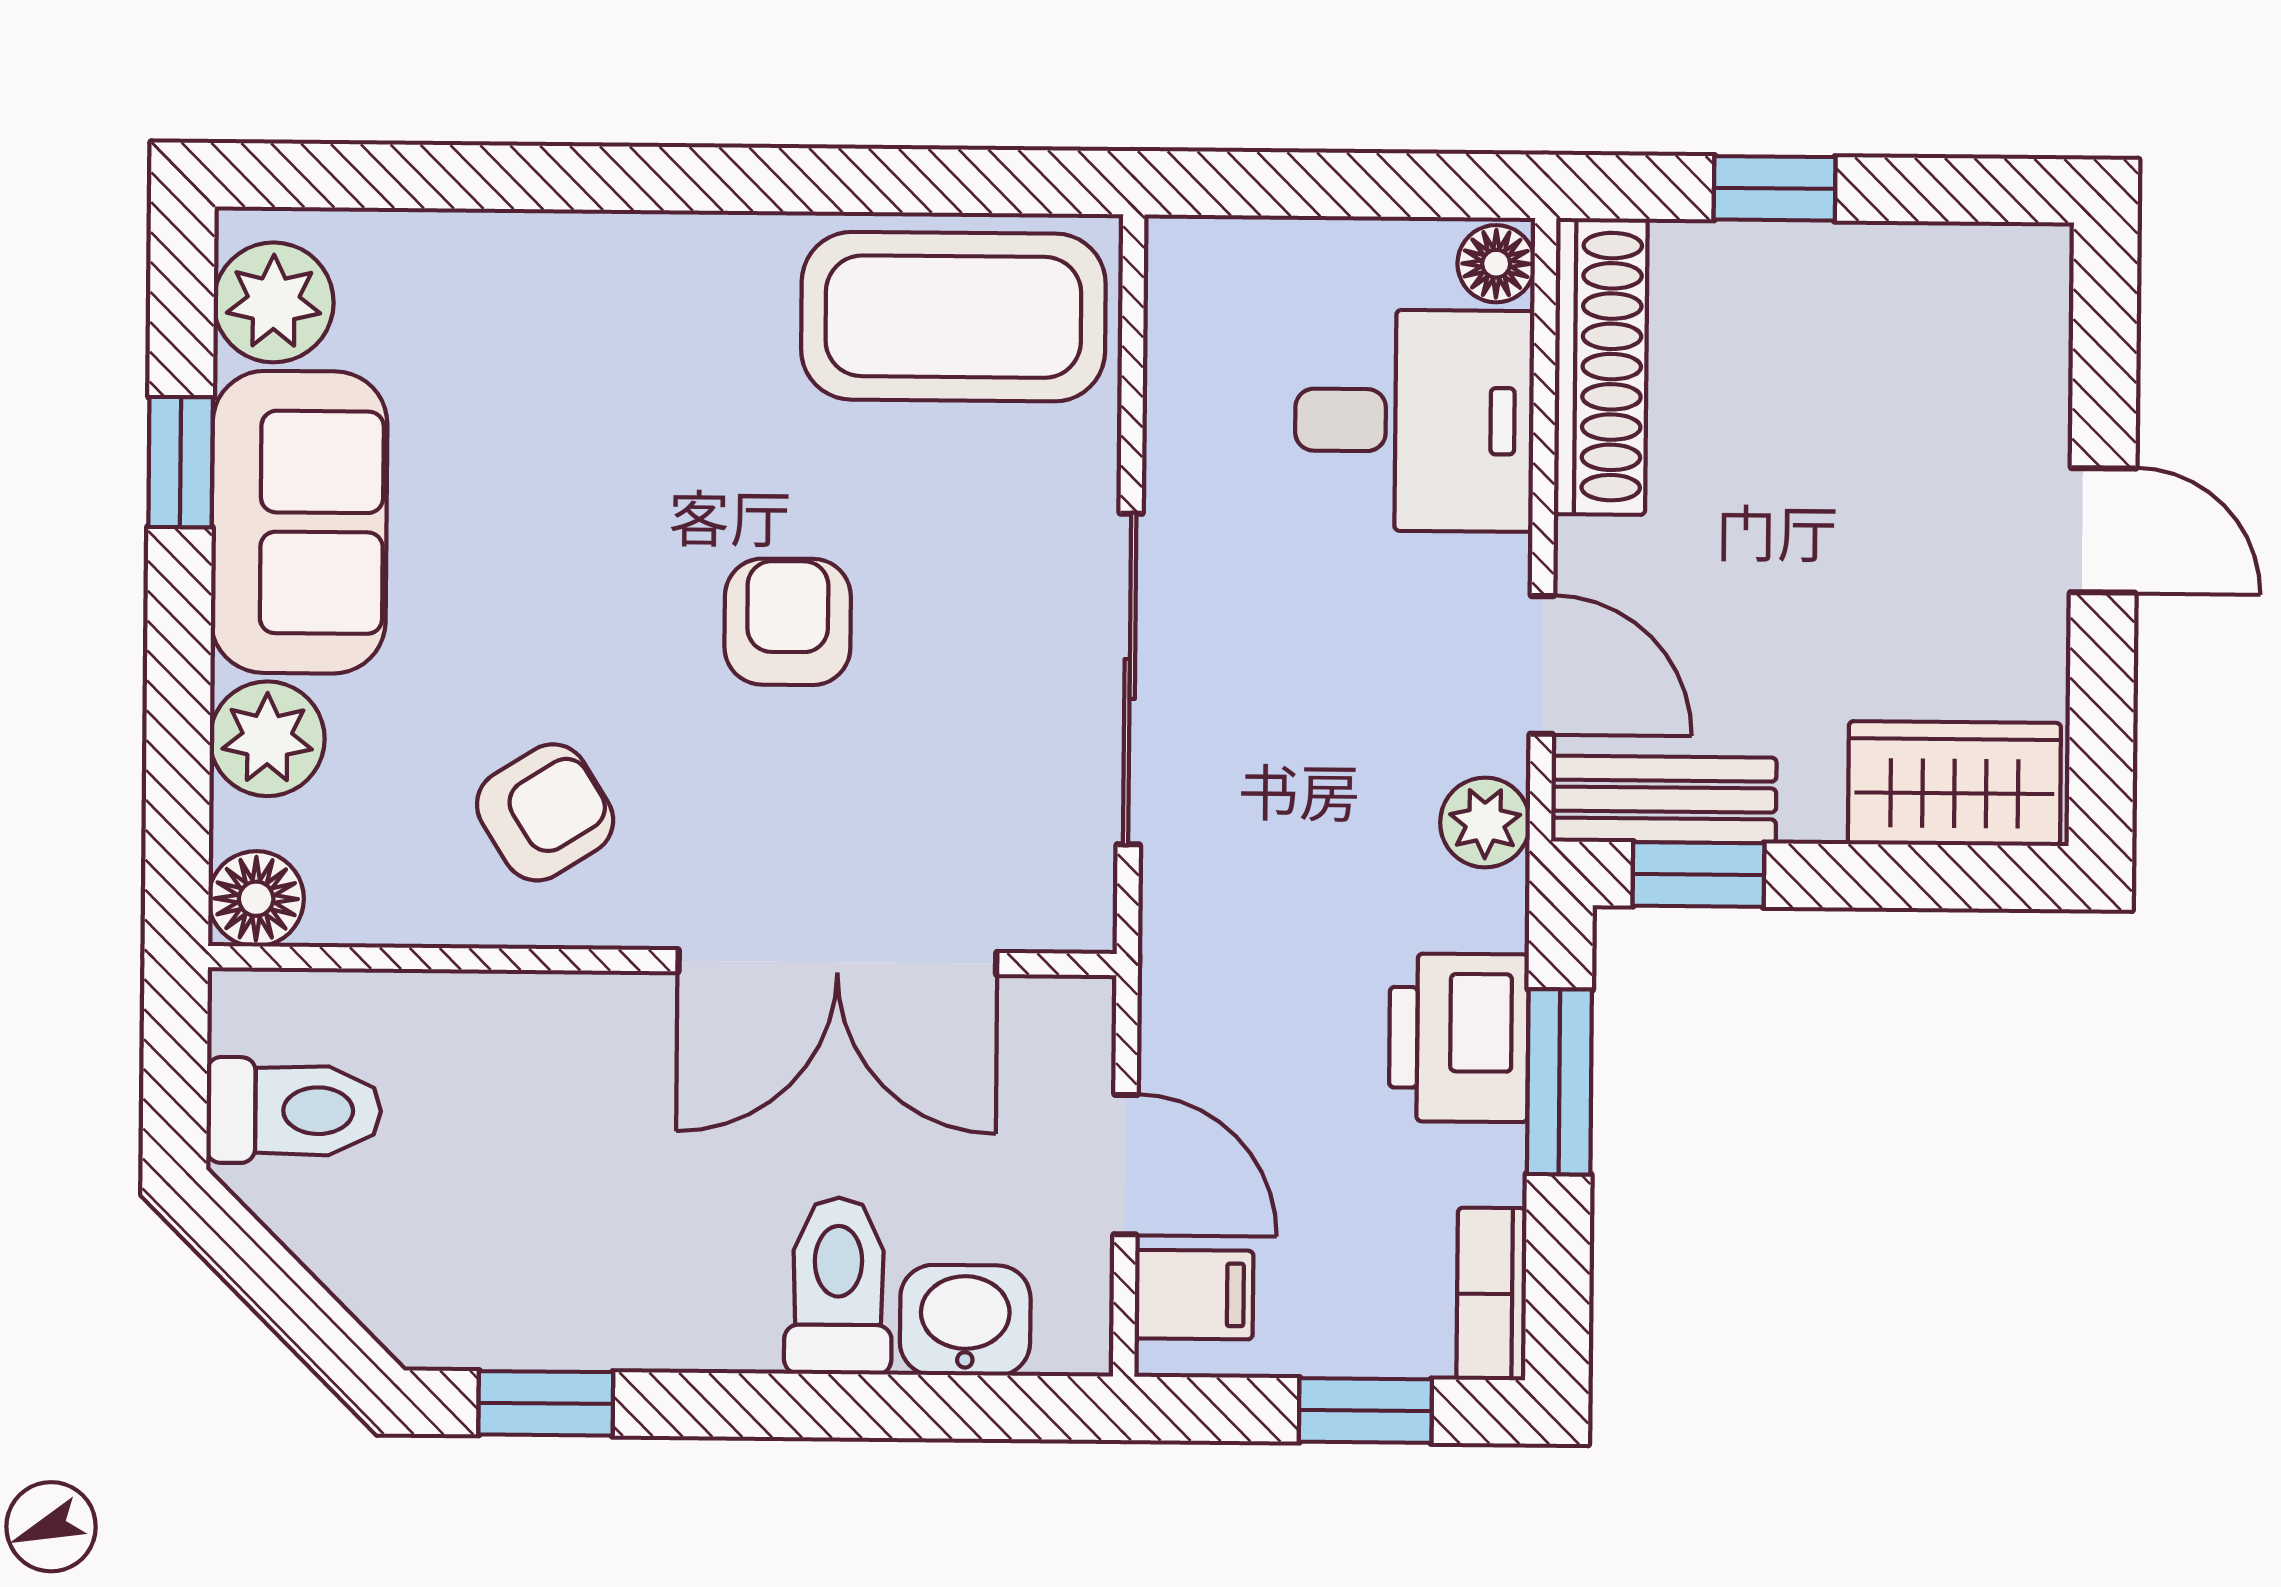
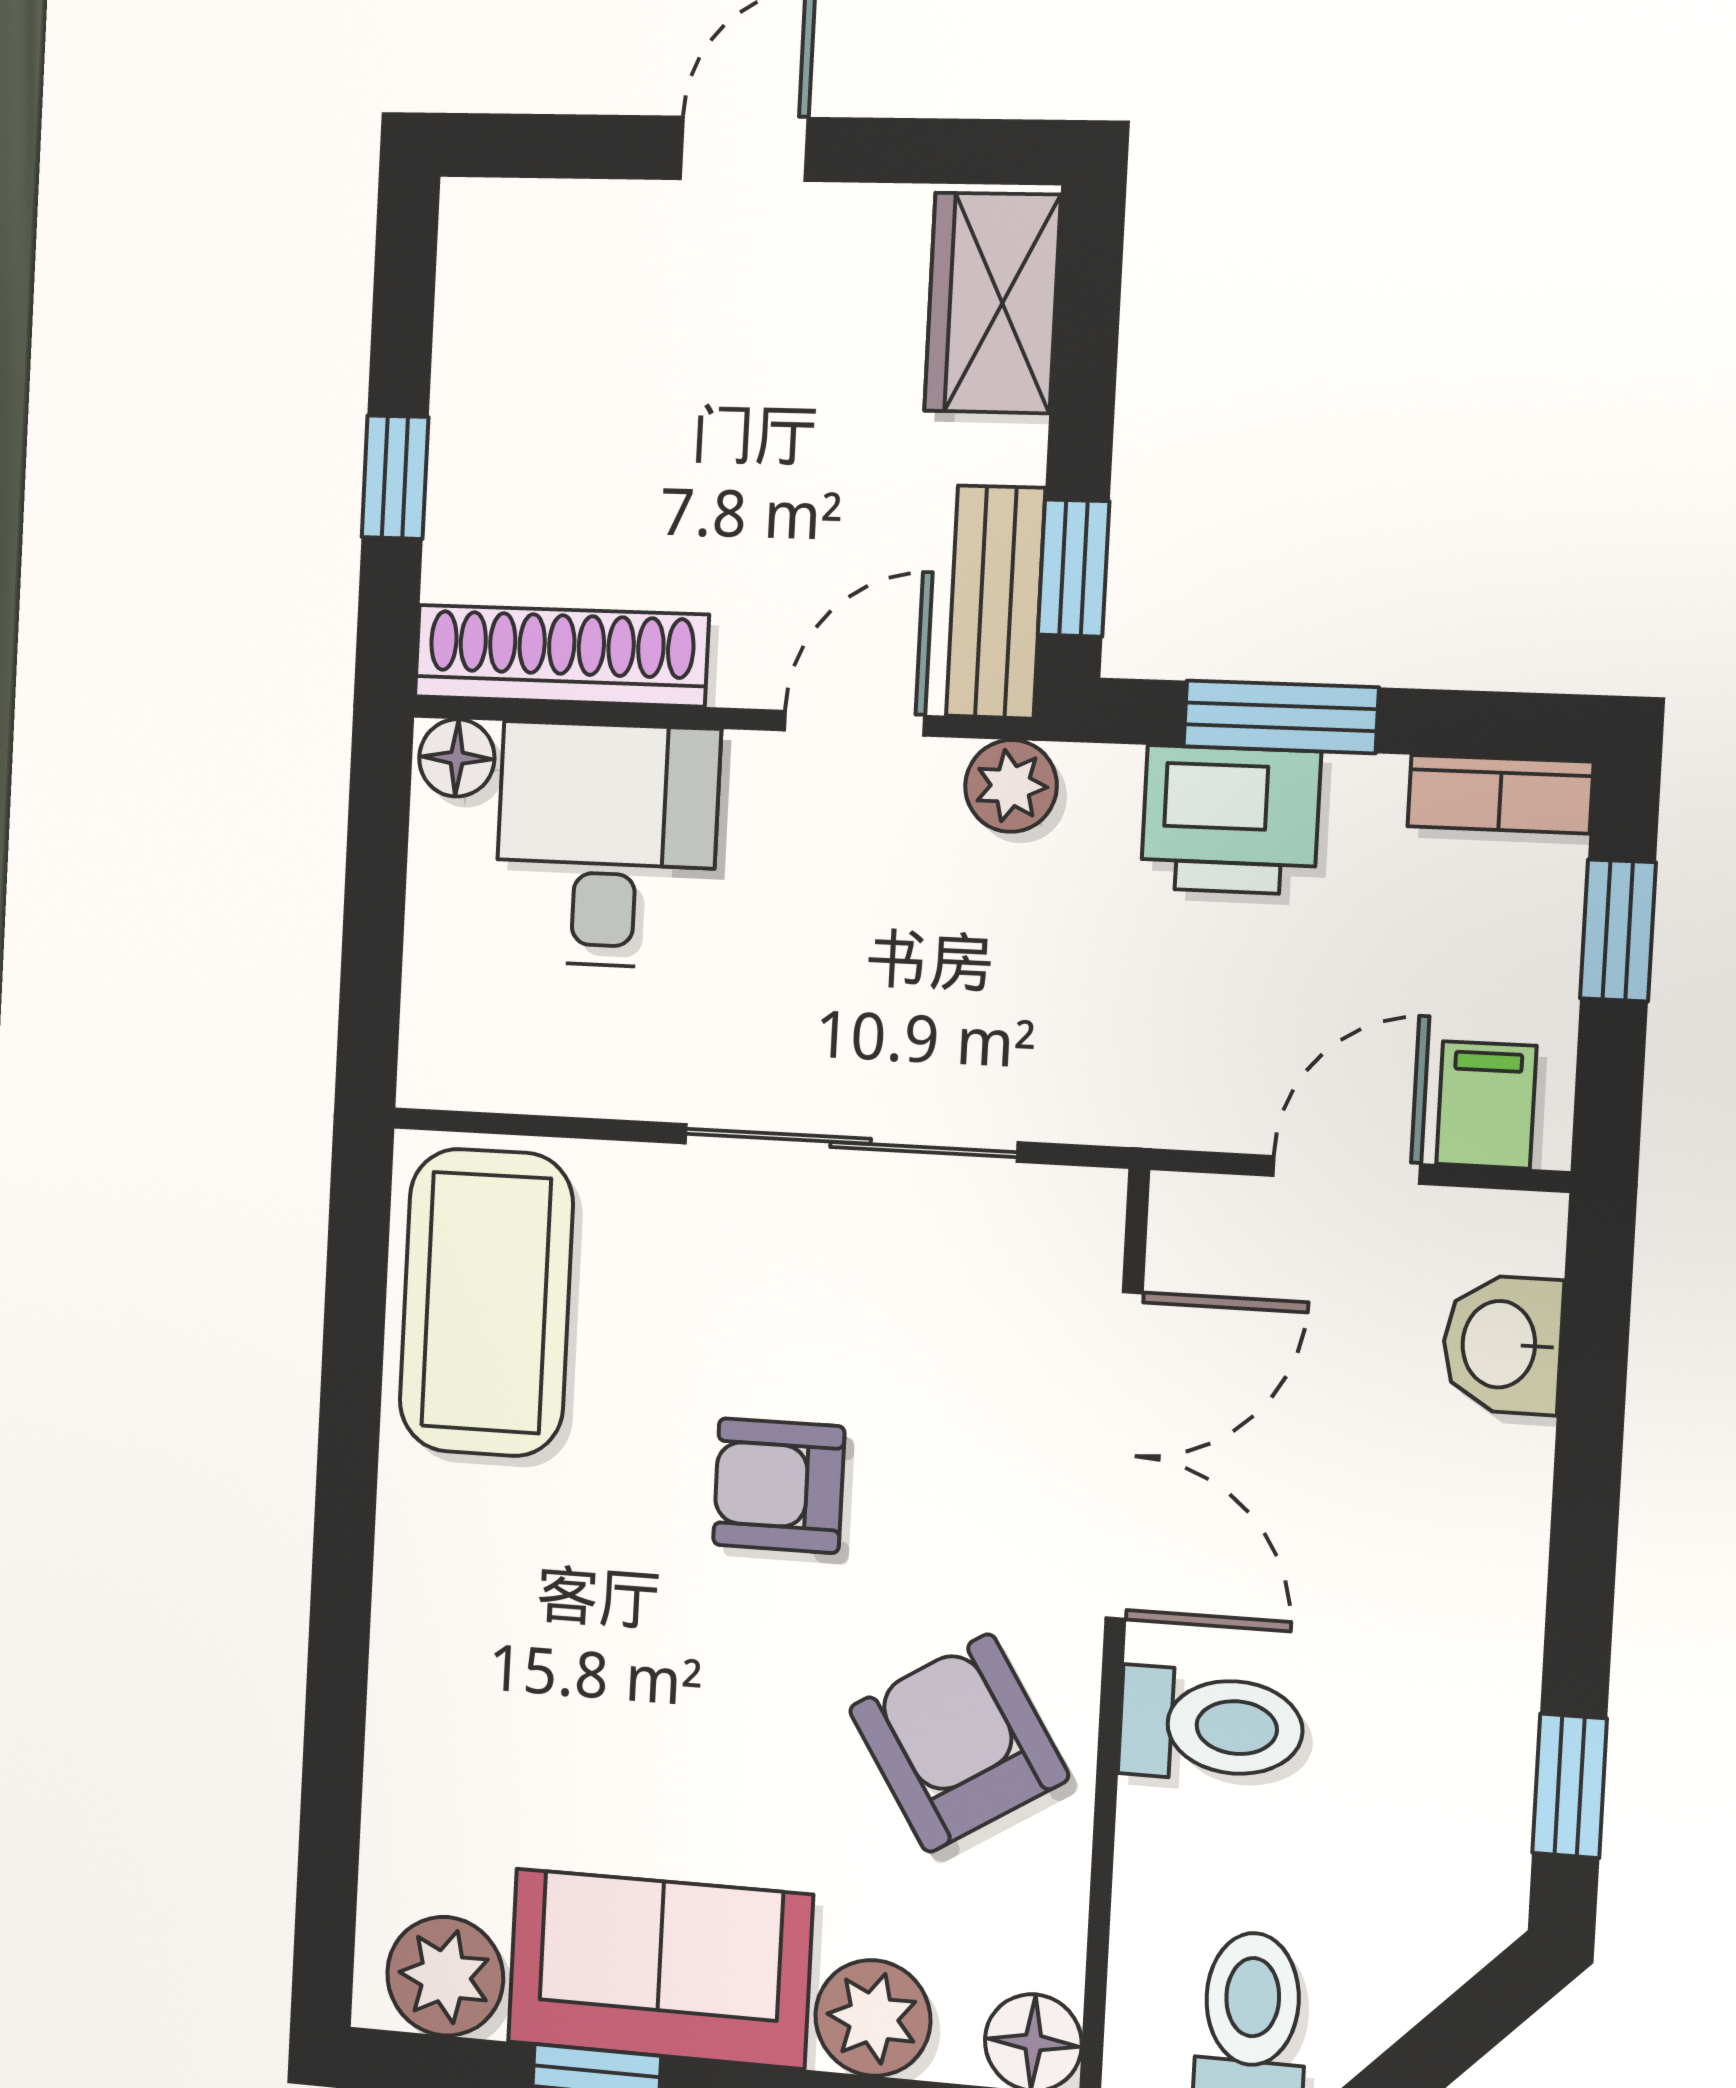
armchair: (545, 812) -> (959, 1743), width x1.38, depth x1.38
toilet: (838, 1286) -> (1211, 1726), moved, turned 180

